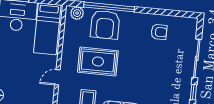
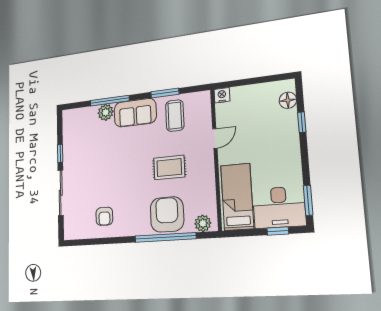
armchair: (159, 32) -> (104, 216), turned -90
rug: (98, 61) -> (169, 168), width x0.73, depth x0.70

